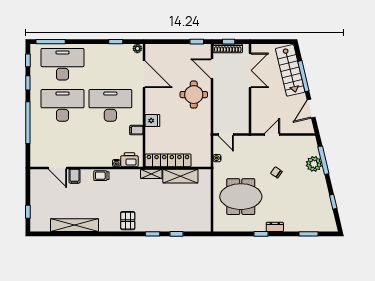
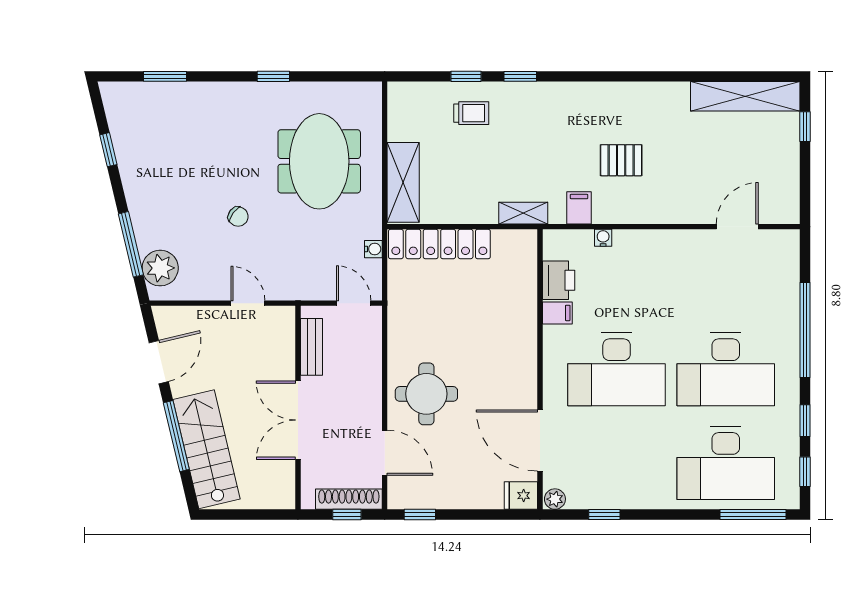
double door: (250, 70) -> (298, 420), moved
bench: (244, 115) -> (311, 347), added
fridge: (152, 121) -> (521, 496), moved
door: (272, 134) -> (248, 303), swing flipped
printer: (129, 160) -> (559, 280), moved, turned -90
locker: (168, 160) -> (439, 244), moved
plant: (314, 164) -> (160, 268), moved
door: (57, 168) -> (737, 227), hinge flipped
filing cabinet: (75, 176) -> (579, 208), moved
trolley: (101, 176) -> (471, 113), moved
shelving: (180, 176) -> (403, 182), moved, turned 90
meeting table: (241, 197) -> (319, 161), turned 90
pallet: (128, 221) -> (621, 160), moved, turned 90
shelving: (75, 225) -> (745, 96), moved
dresser: (275, 227) -> (242, 92), removed

